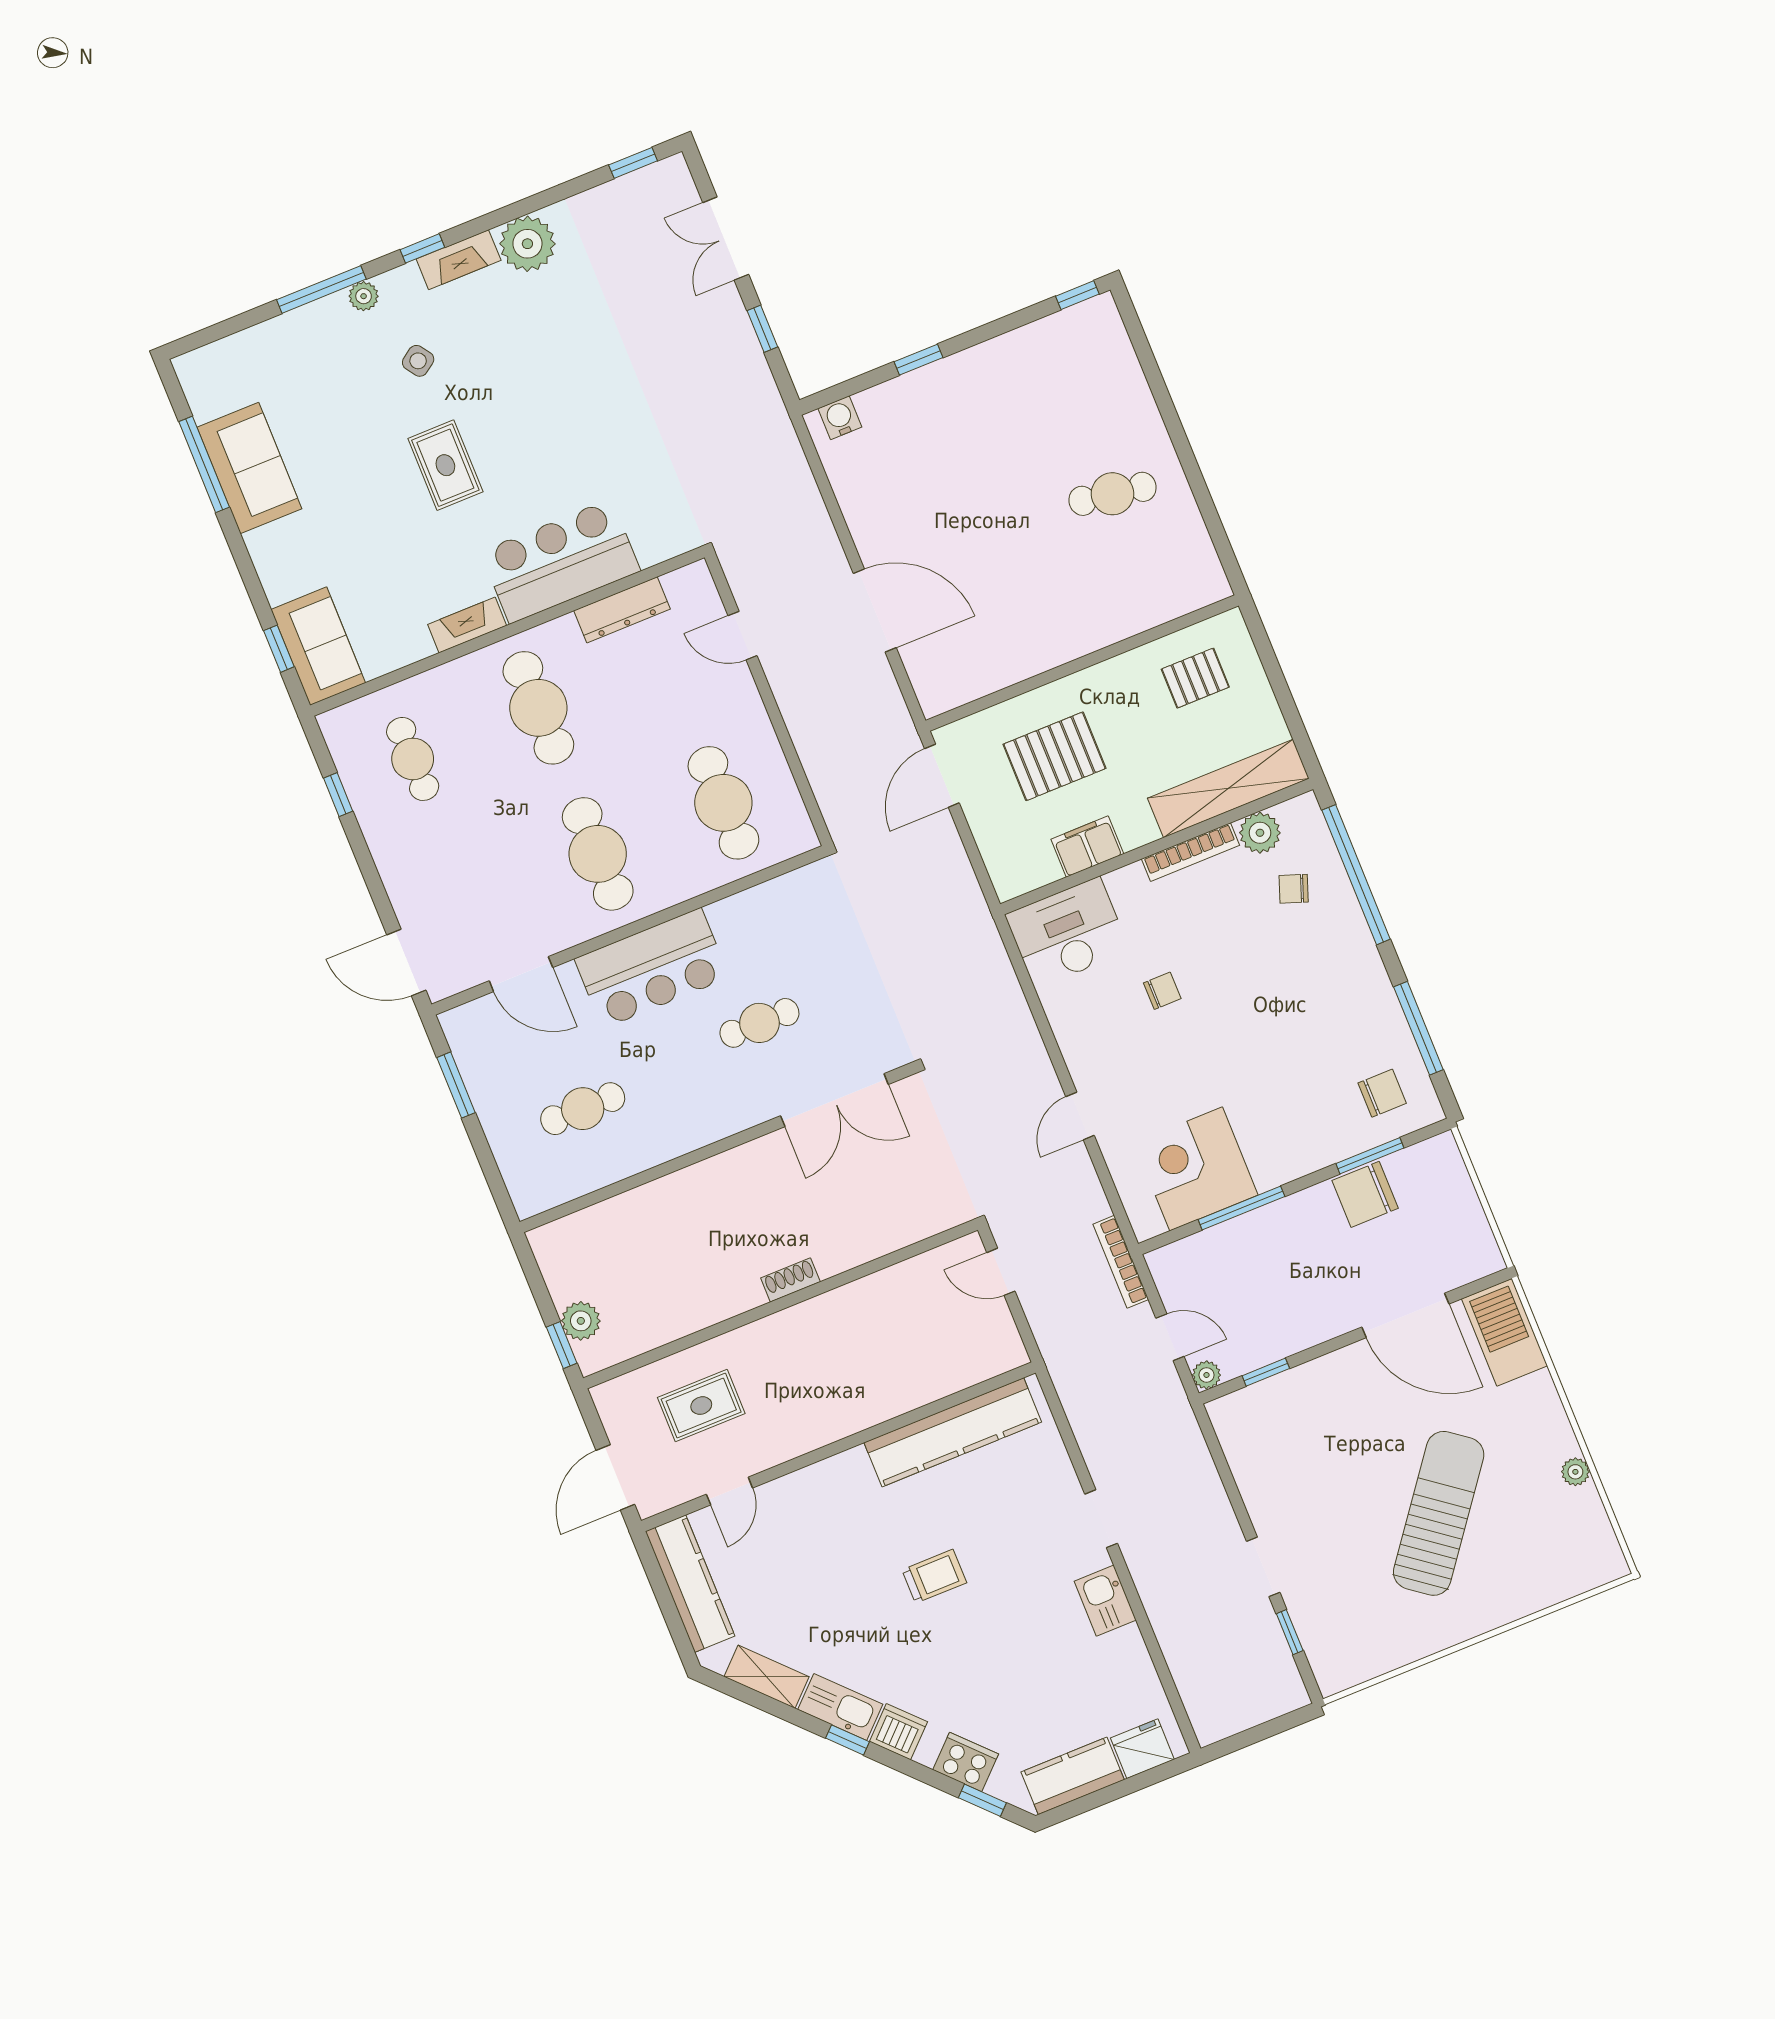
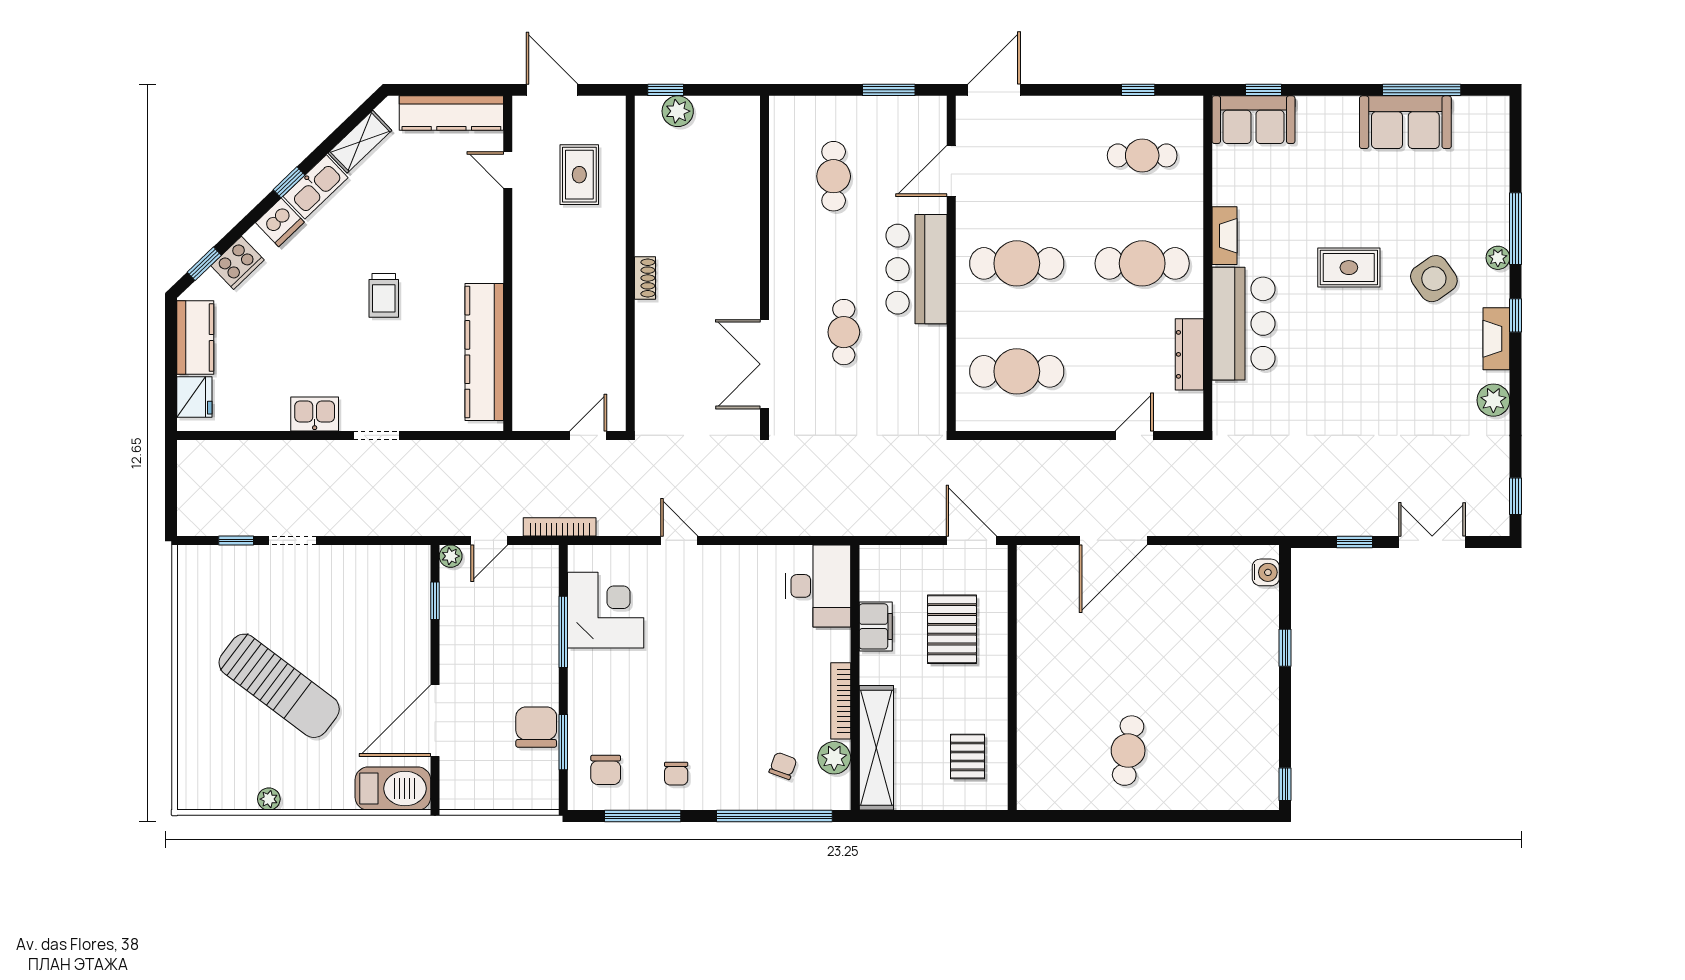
plant: (527, 244) -> (1493, 400), width x0.73, depth x0.73
side table: (418, 361) -> (1434, 279), width x1.87, depth x1.87
chair: (1162, 991) -> (676, 774), moved

